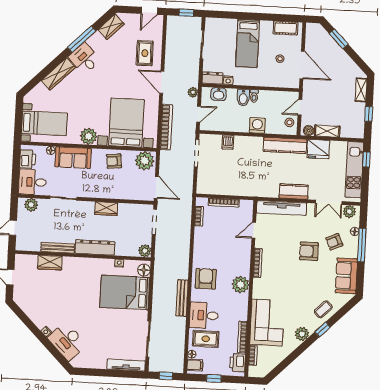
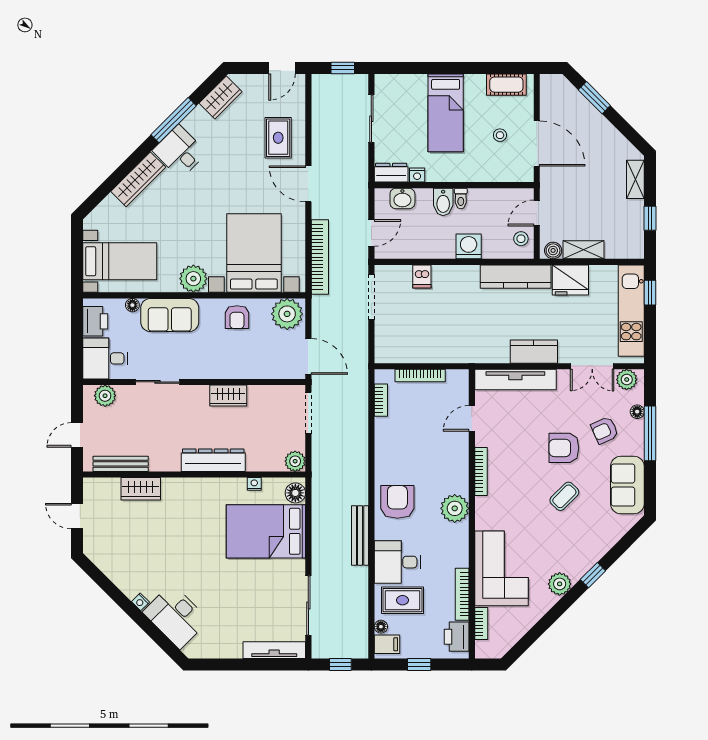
plant: (193, 92) -> (360, 198), removed
armchair: (114, 161) -> (237, 317), turned -84
bench: (58, 248) -> (121, 464), moved
coffee table: (323, 309) -> (564, 496), moved

